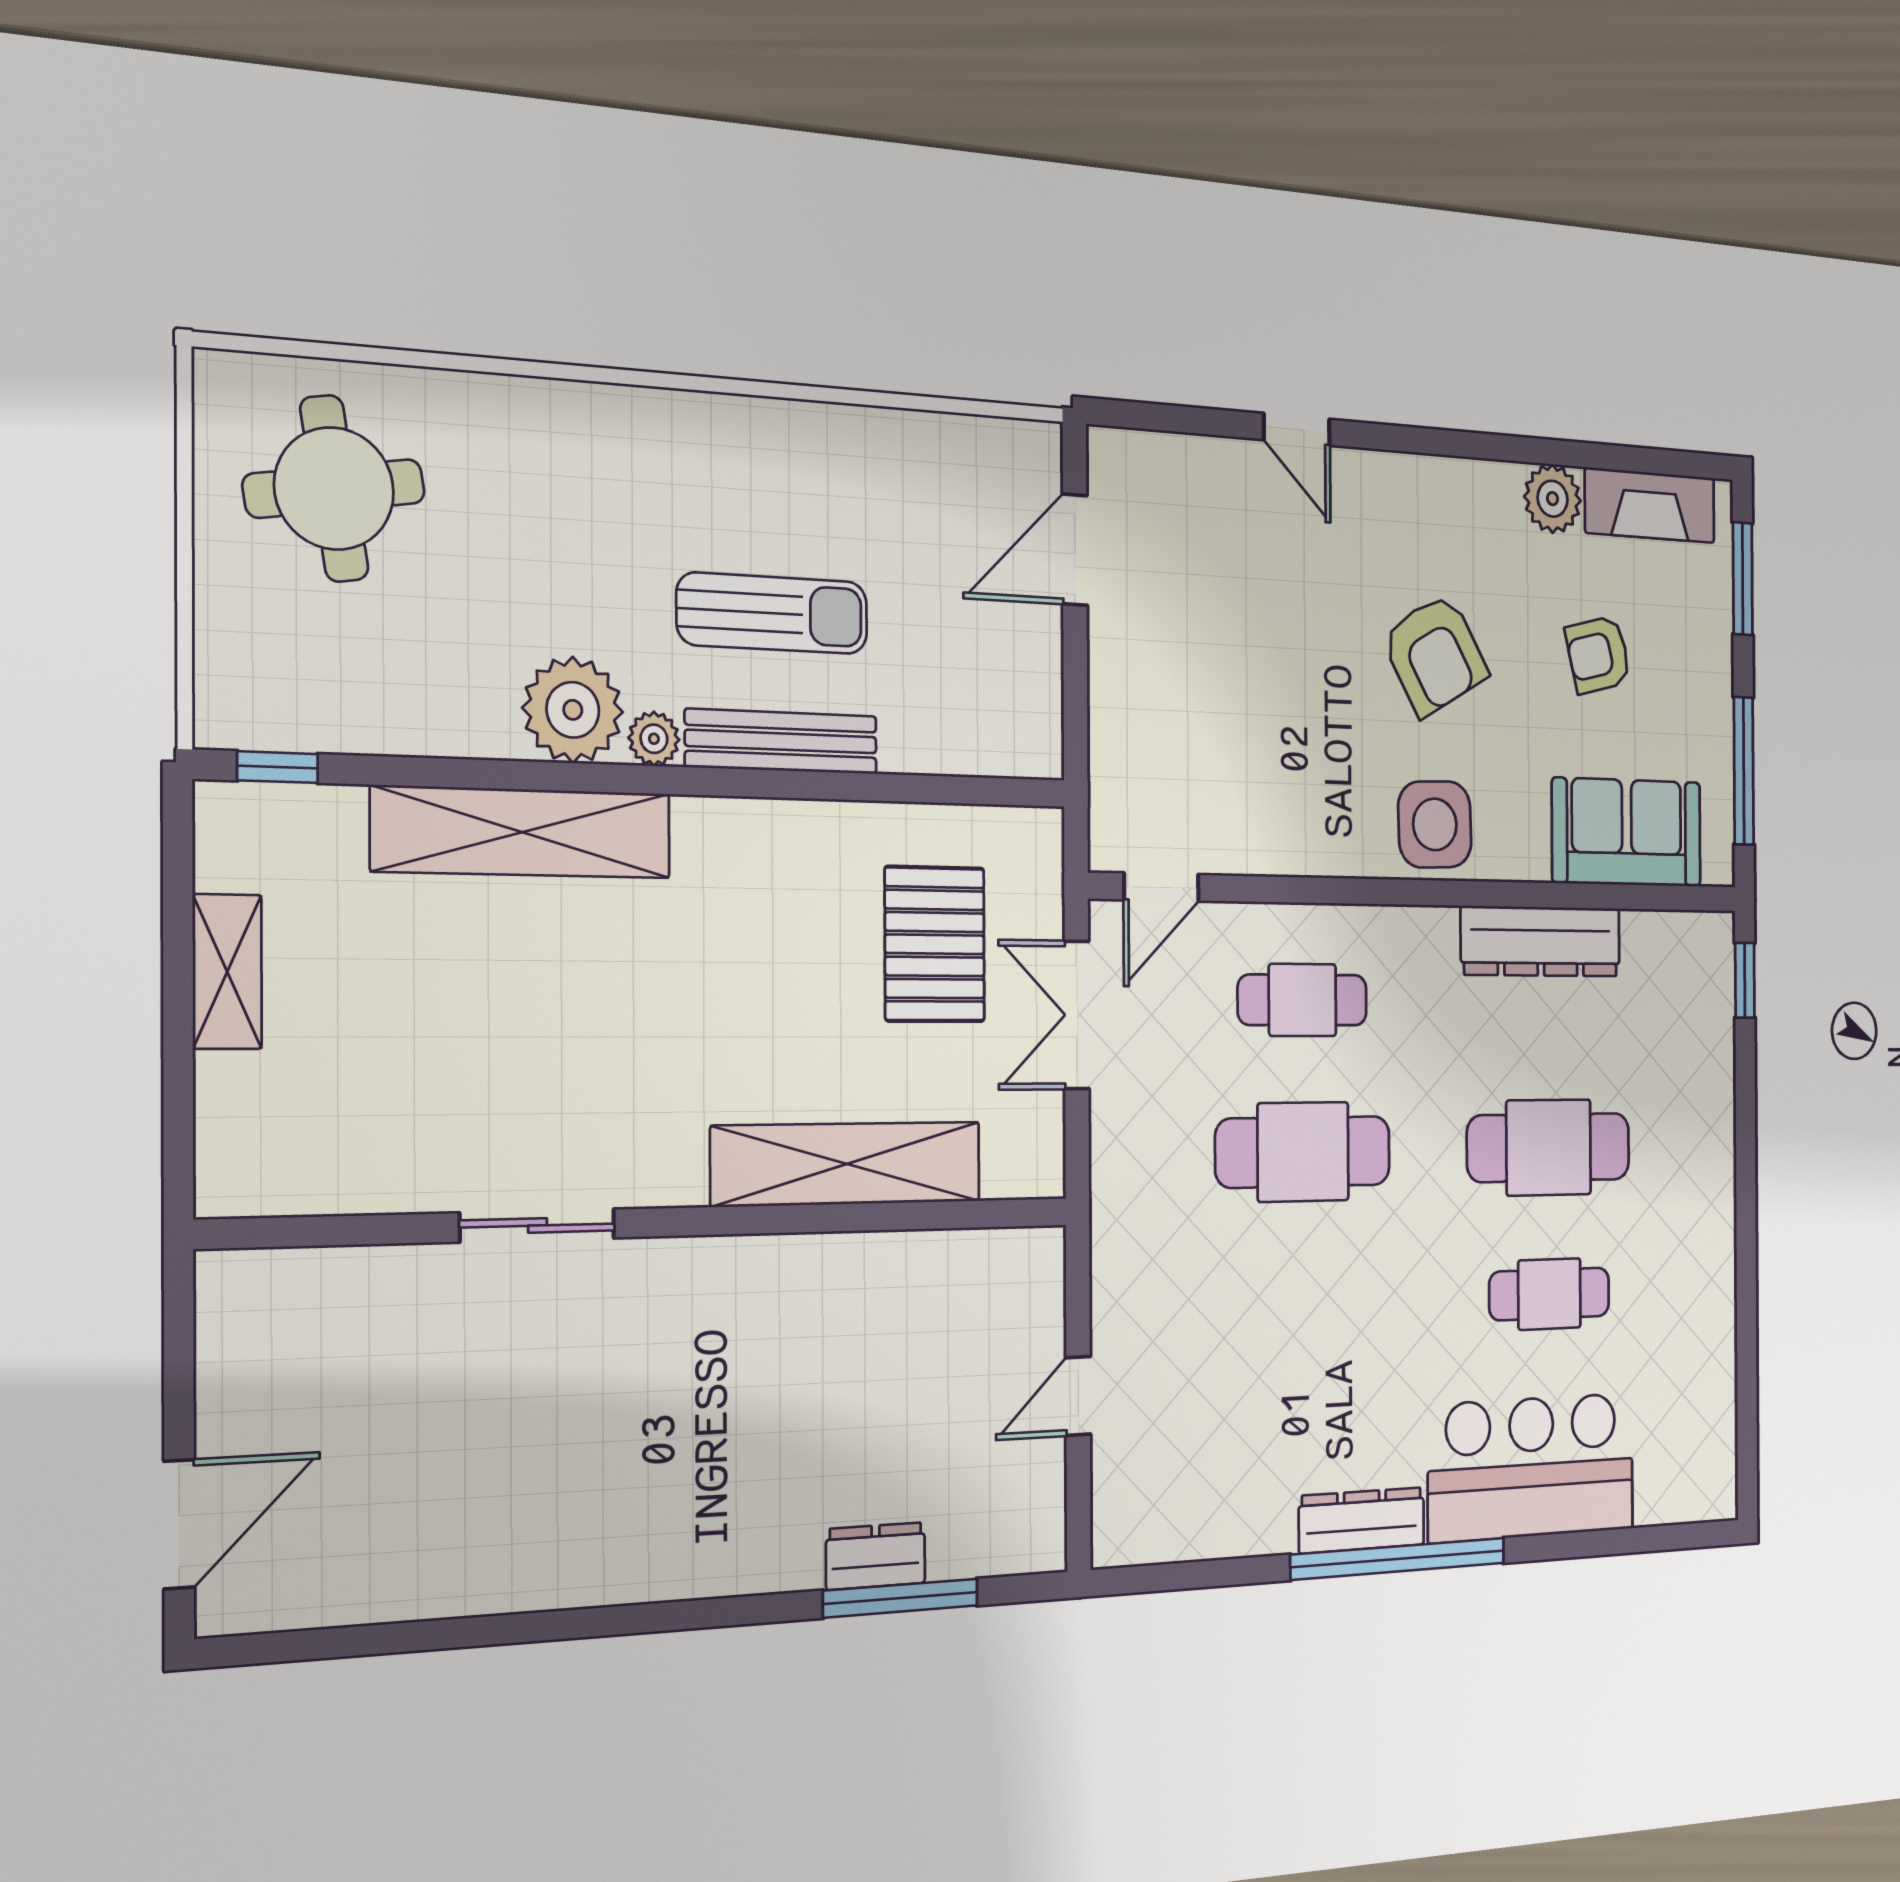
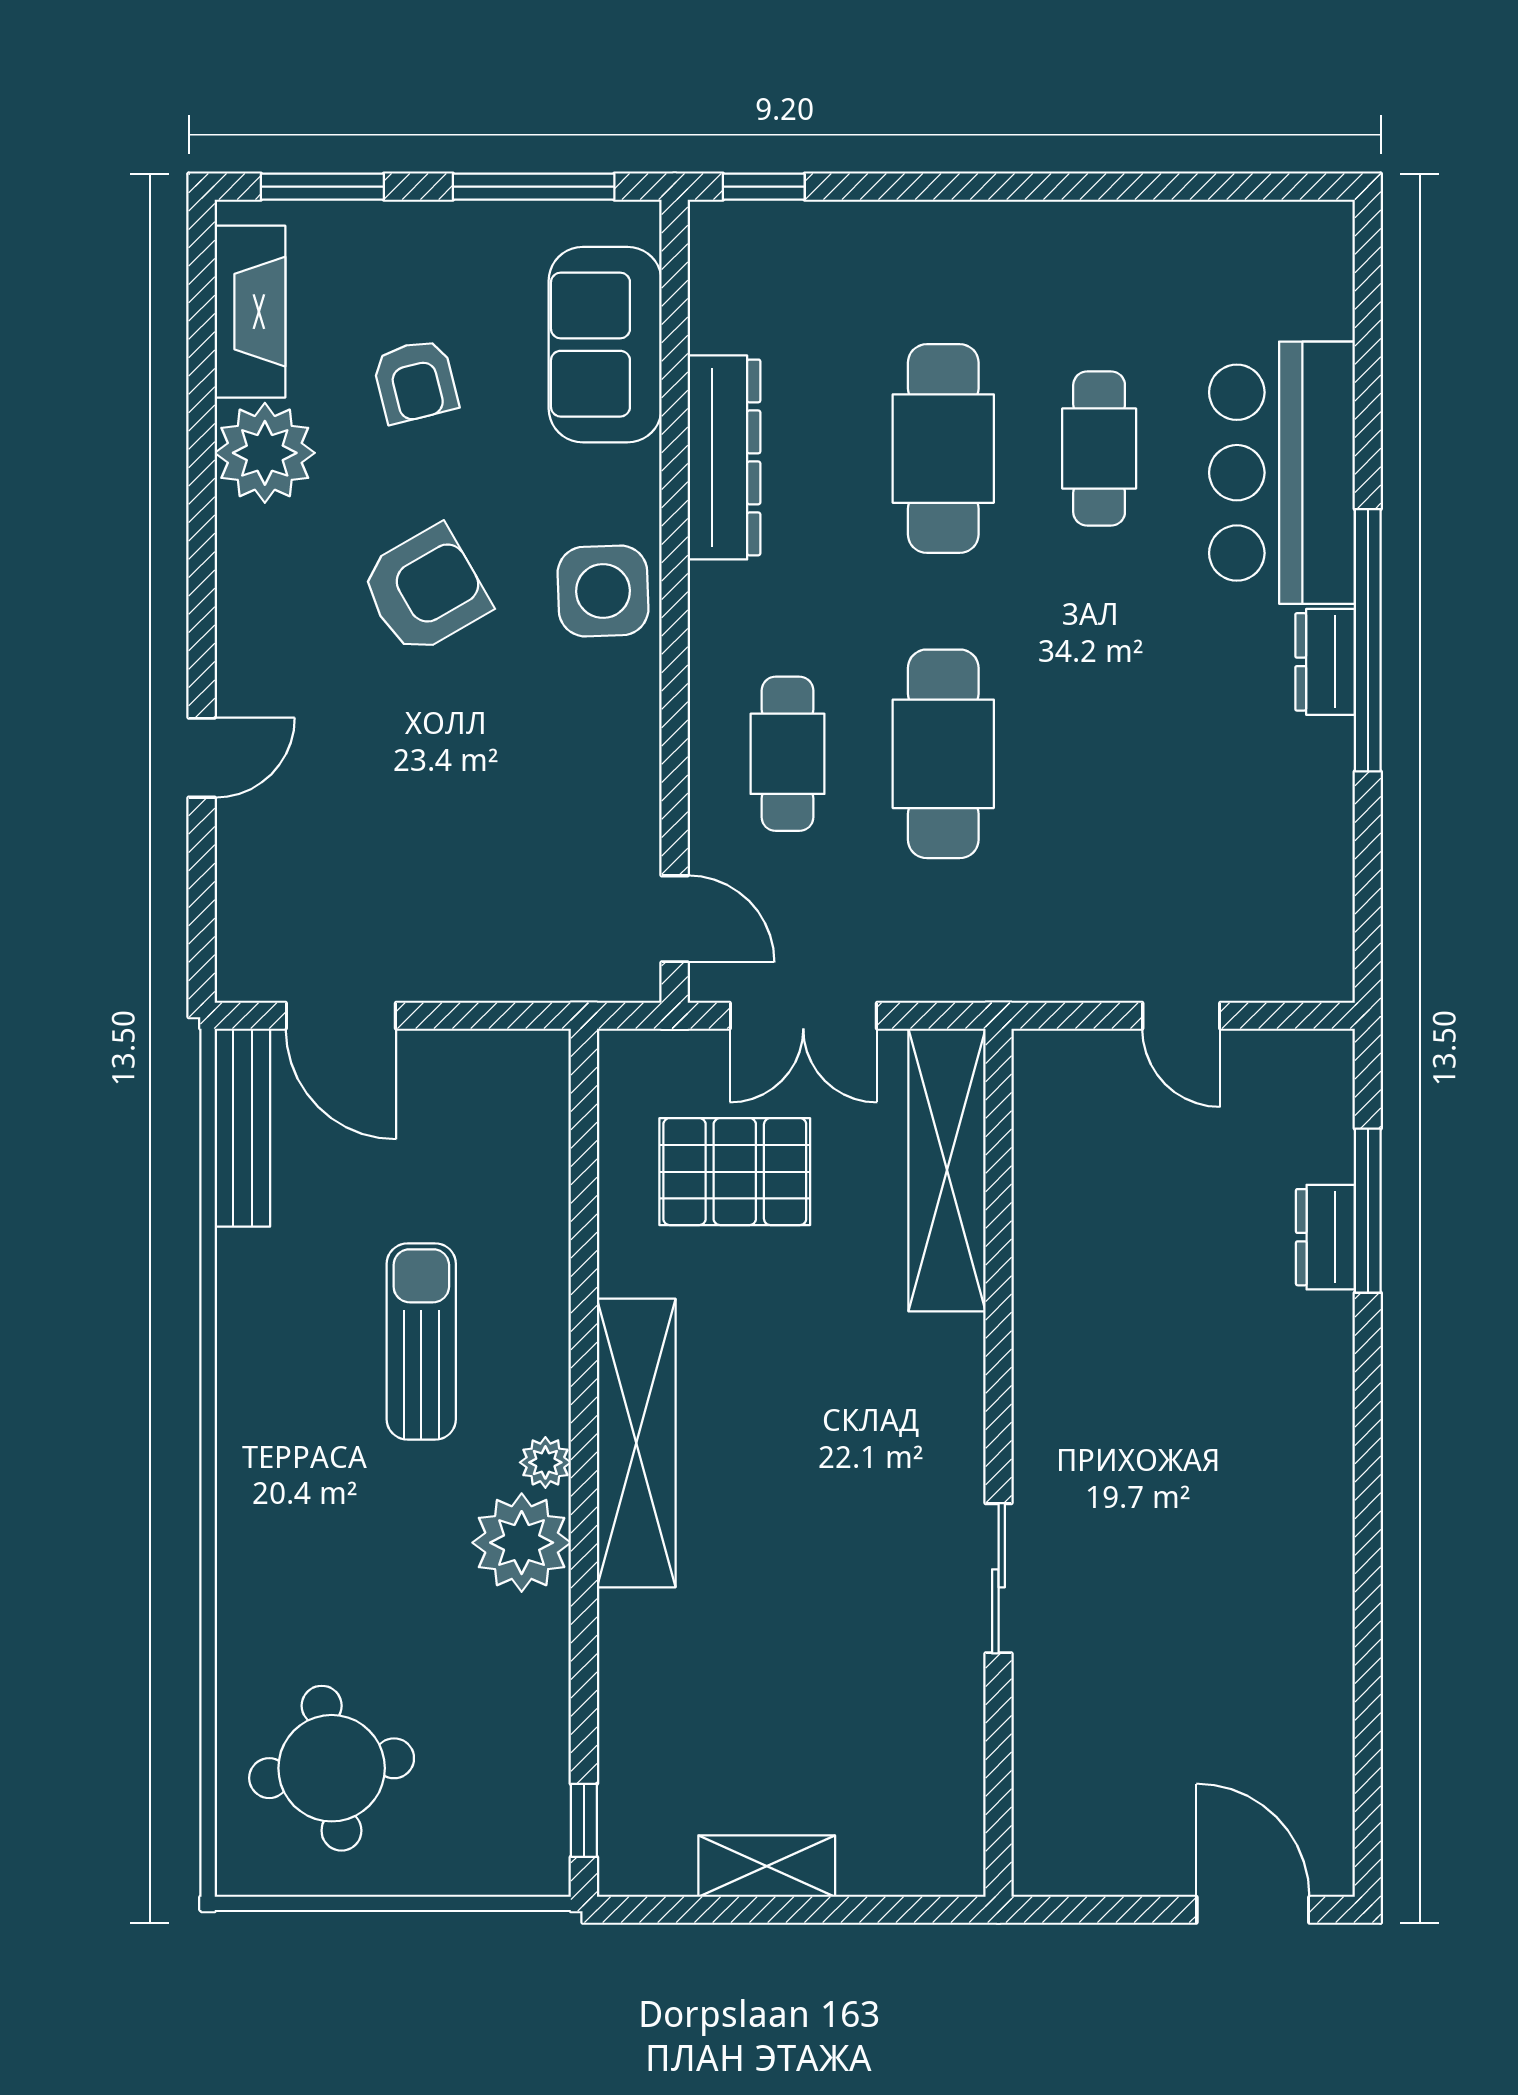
plant: (1553, 499) -> (265, 453), width x1.36, depth x1.36
bench: (782, 741) -> (242, 1128), moved
shelving: (522, 832) -> (636, 1443), moved
shelving: (847, 1164) -> (947, 1170), moved
dresser: (1362, 1520) -> (1325, 662), width x0.70

